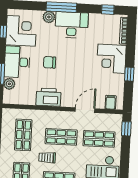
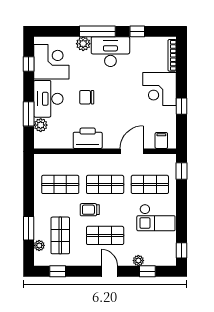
window: (108, 10) -> (137, 31), moved
shop shelf: (23, 135) -> (60, 184), turned 90

